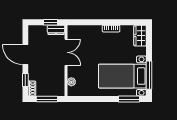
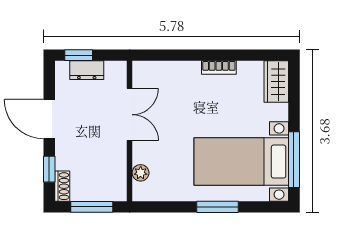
window: (50, 22) -> (79, 55), moved
dresser: (56, 30) -> (87, 70), moved
window: (129, 99) -> (217, 207), moved

